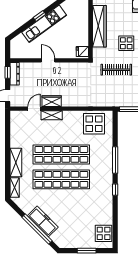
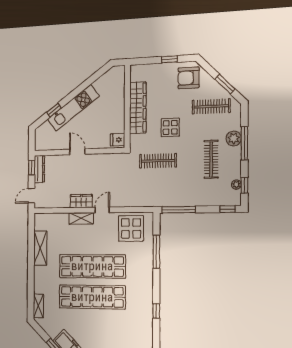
window: (40, 16) -> (54, 110), moved
door: (34, 109) -> (102, 210), moved
window: (115, 160) -> (156, 252), moved
shelving: (16, 163) -> (40, 248), moved

